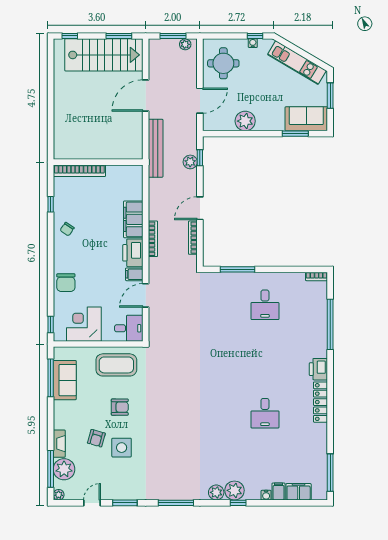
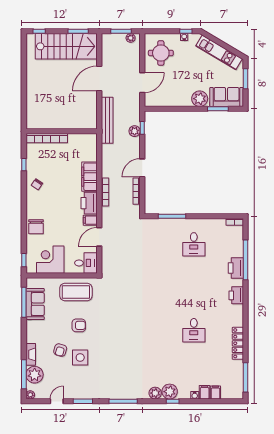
plant: (245, 121) -> (200, 99), moved
printer: (318, 335) -> (236, 268), added
locker: (320, 402) -> (238, 343), moved
filing cabinet: (299, 492) -> (215, 393), width x0.50

